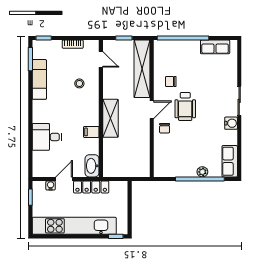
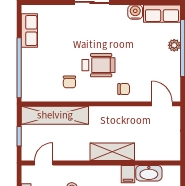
door: (152, 110) -> (162, 104), moved
water cooler: (231, 123) -> (135, 12), moved
washbasin: (92, 166) -> (149, 173), moved

